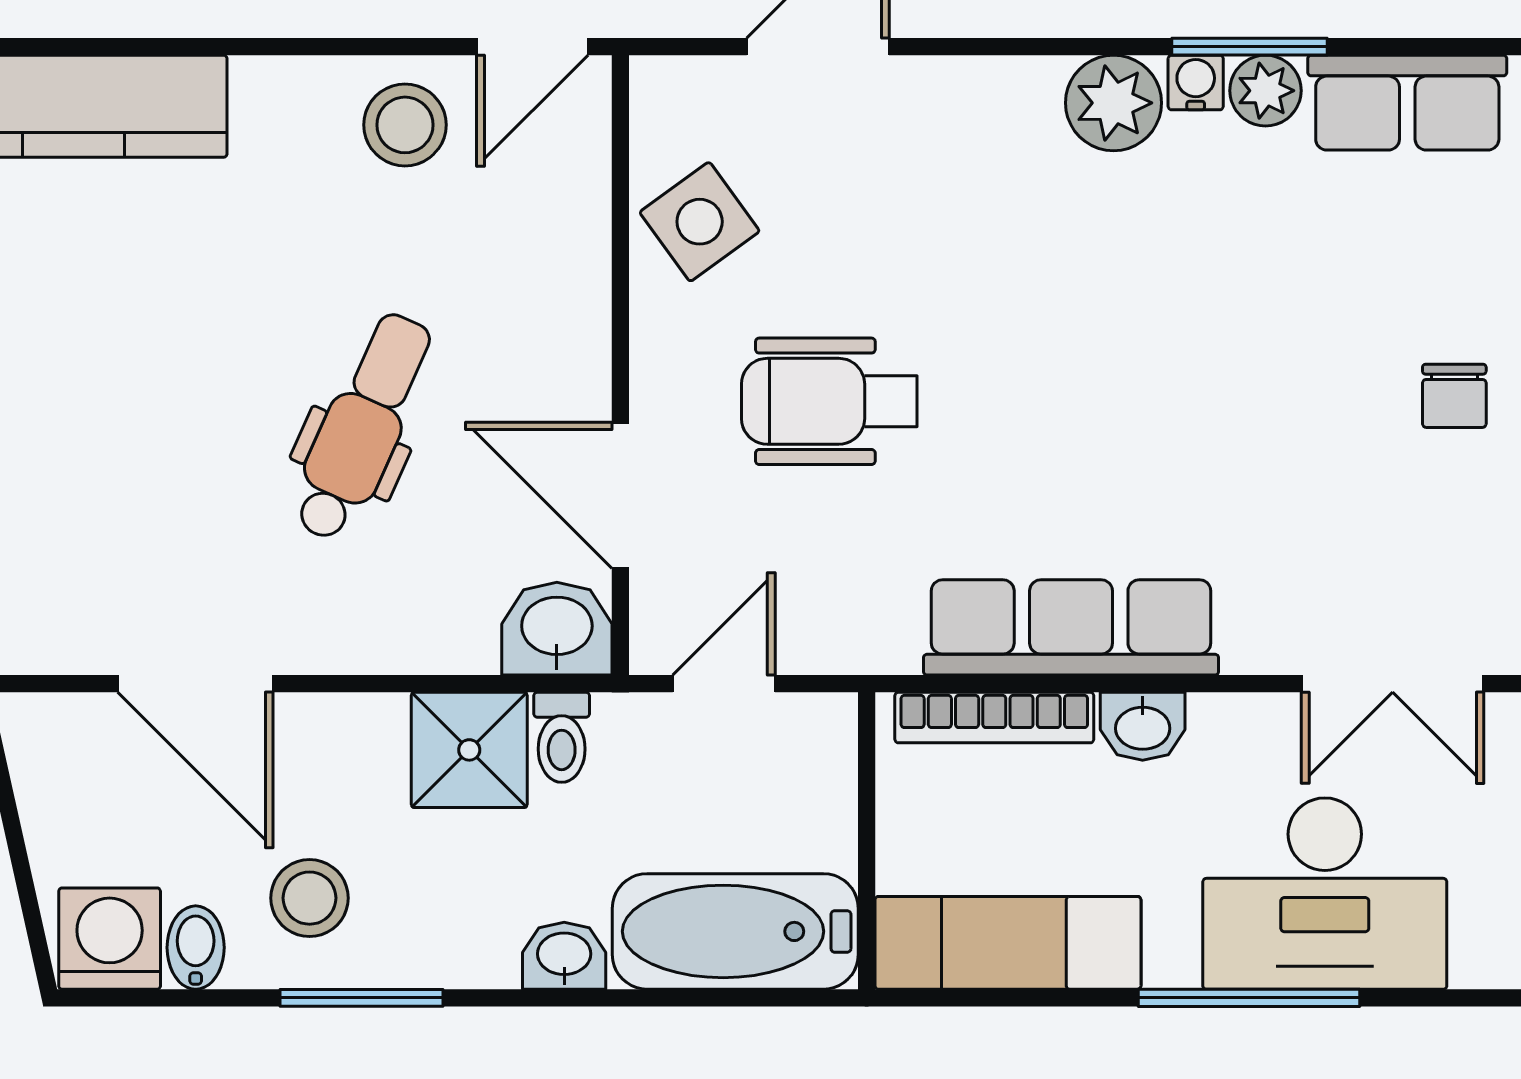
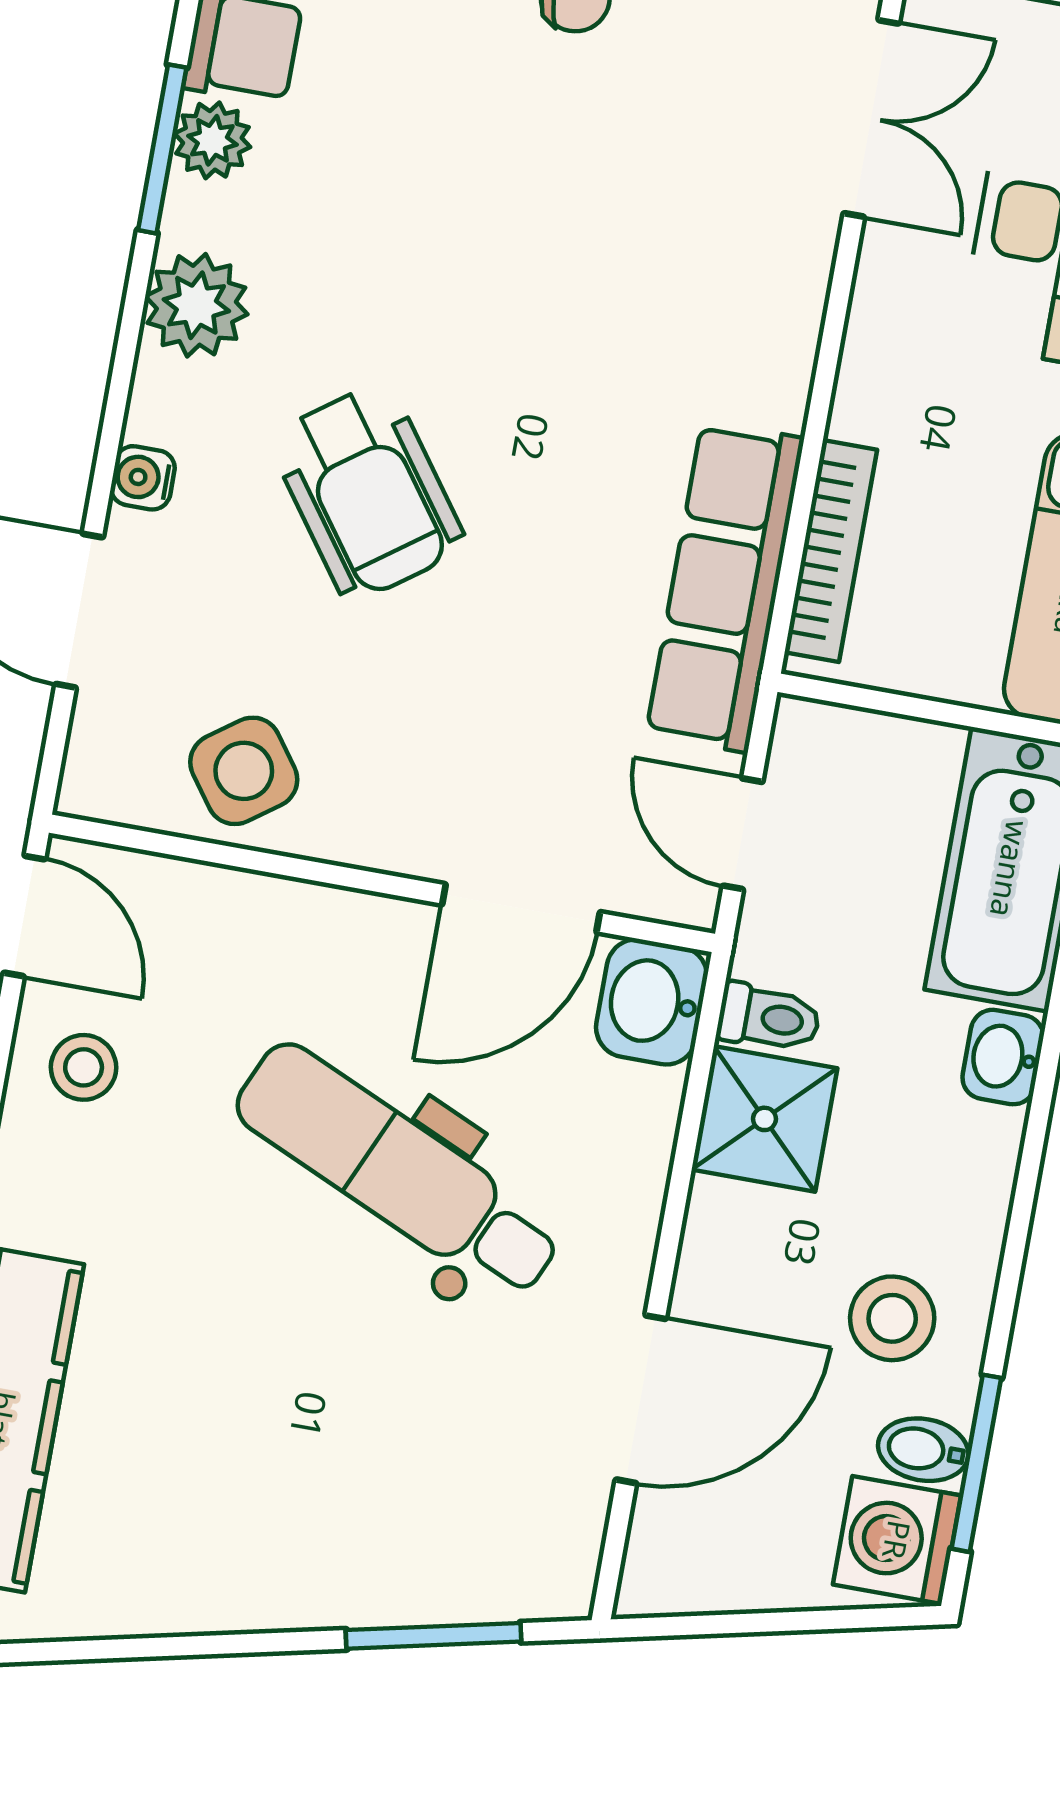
water cooler: (1196, 82) -> (143, 478), moved
stool: (405, 125) -> (84, 1067), width x0.73, depth x0.73
wheelchair: (829, 401) -> (367, 492), moved, turned -36
dental chair: (362, 427) -> (398, 1171), width x1.36, depth x1.38
row of seats: (1071, 627) -> (725, 587), moved
washbasin: (1143, 726) -> (869, 394), removed
window: (361, 998) -> (976, 1463), moved

